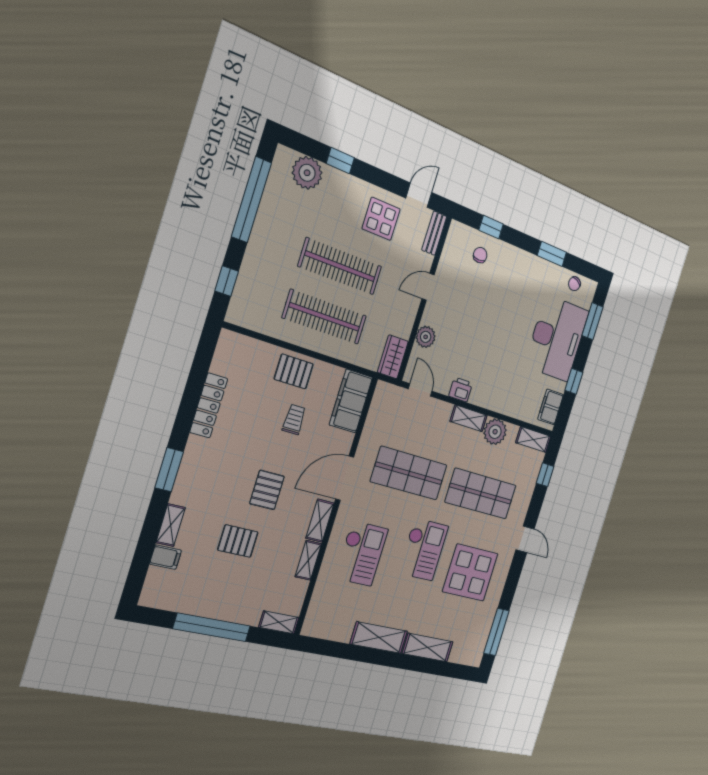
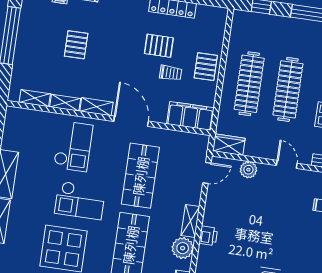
printer: (461, 390) -> (208, 236), moved
pallet: (267, 490) -> (159, 46), moved
checkout: (362, 553) -> (73, 146), turned -90
shelving: (279, 622) -> (35, 98), moved, turned 90

